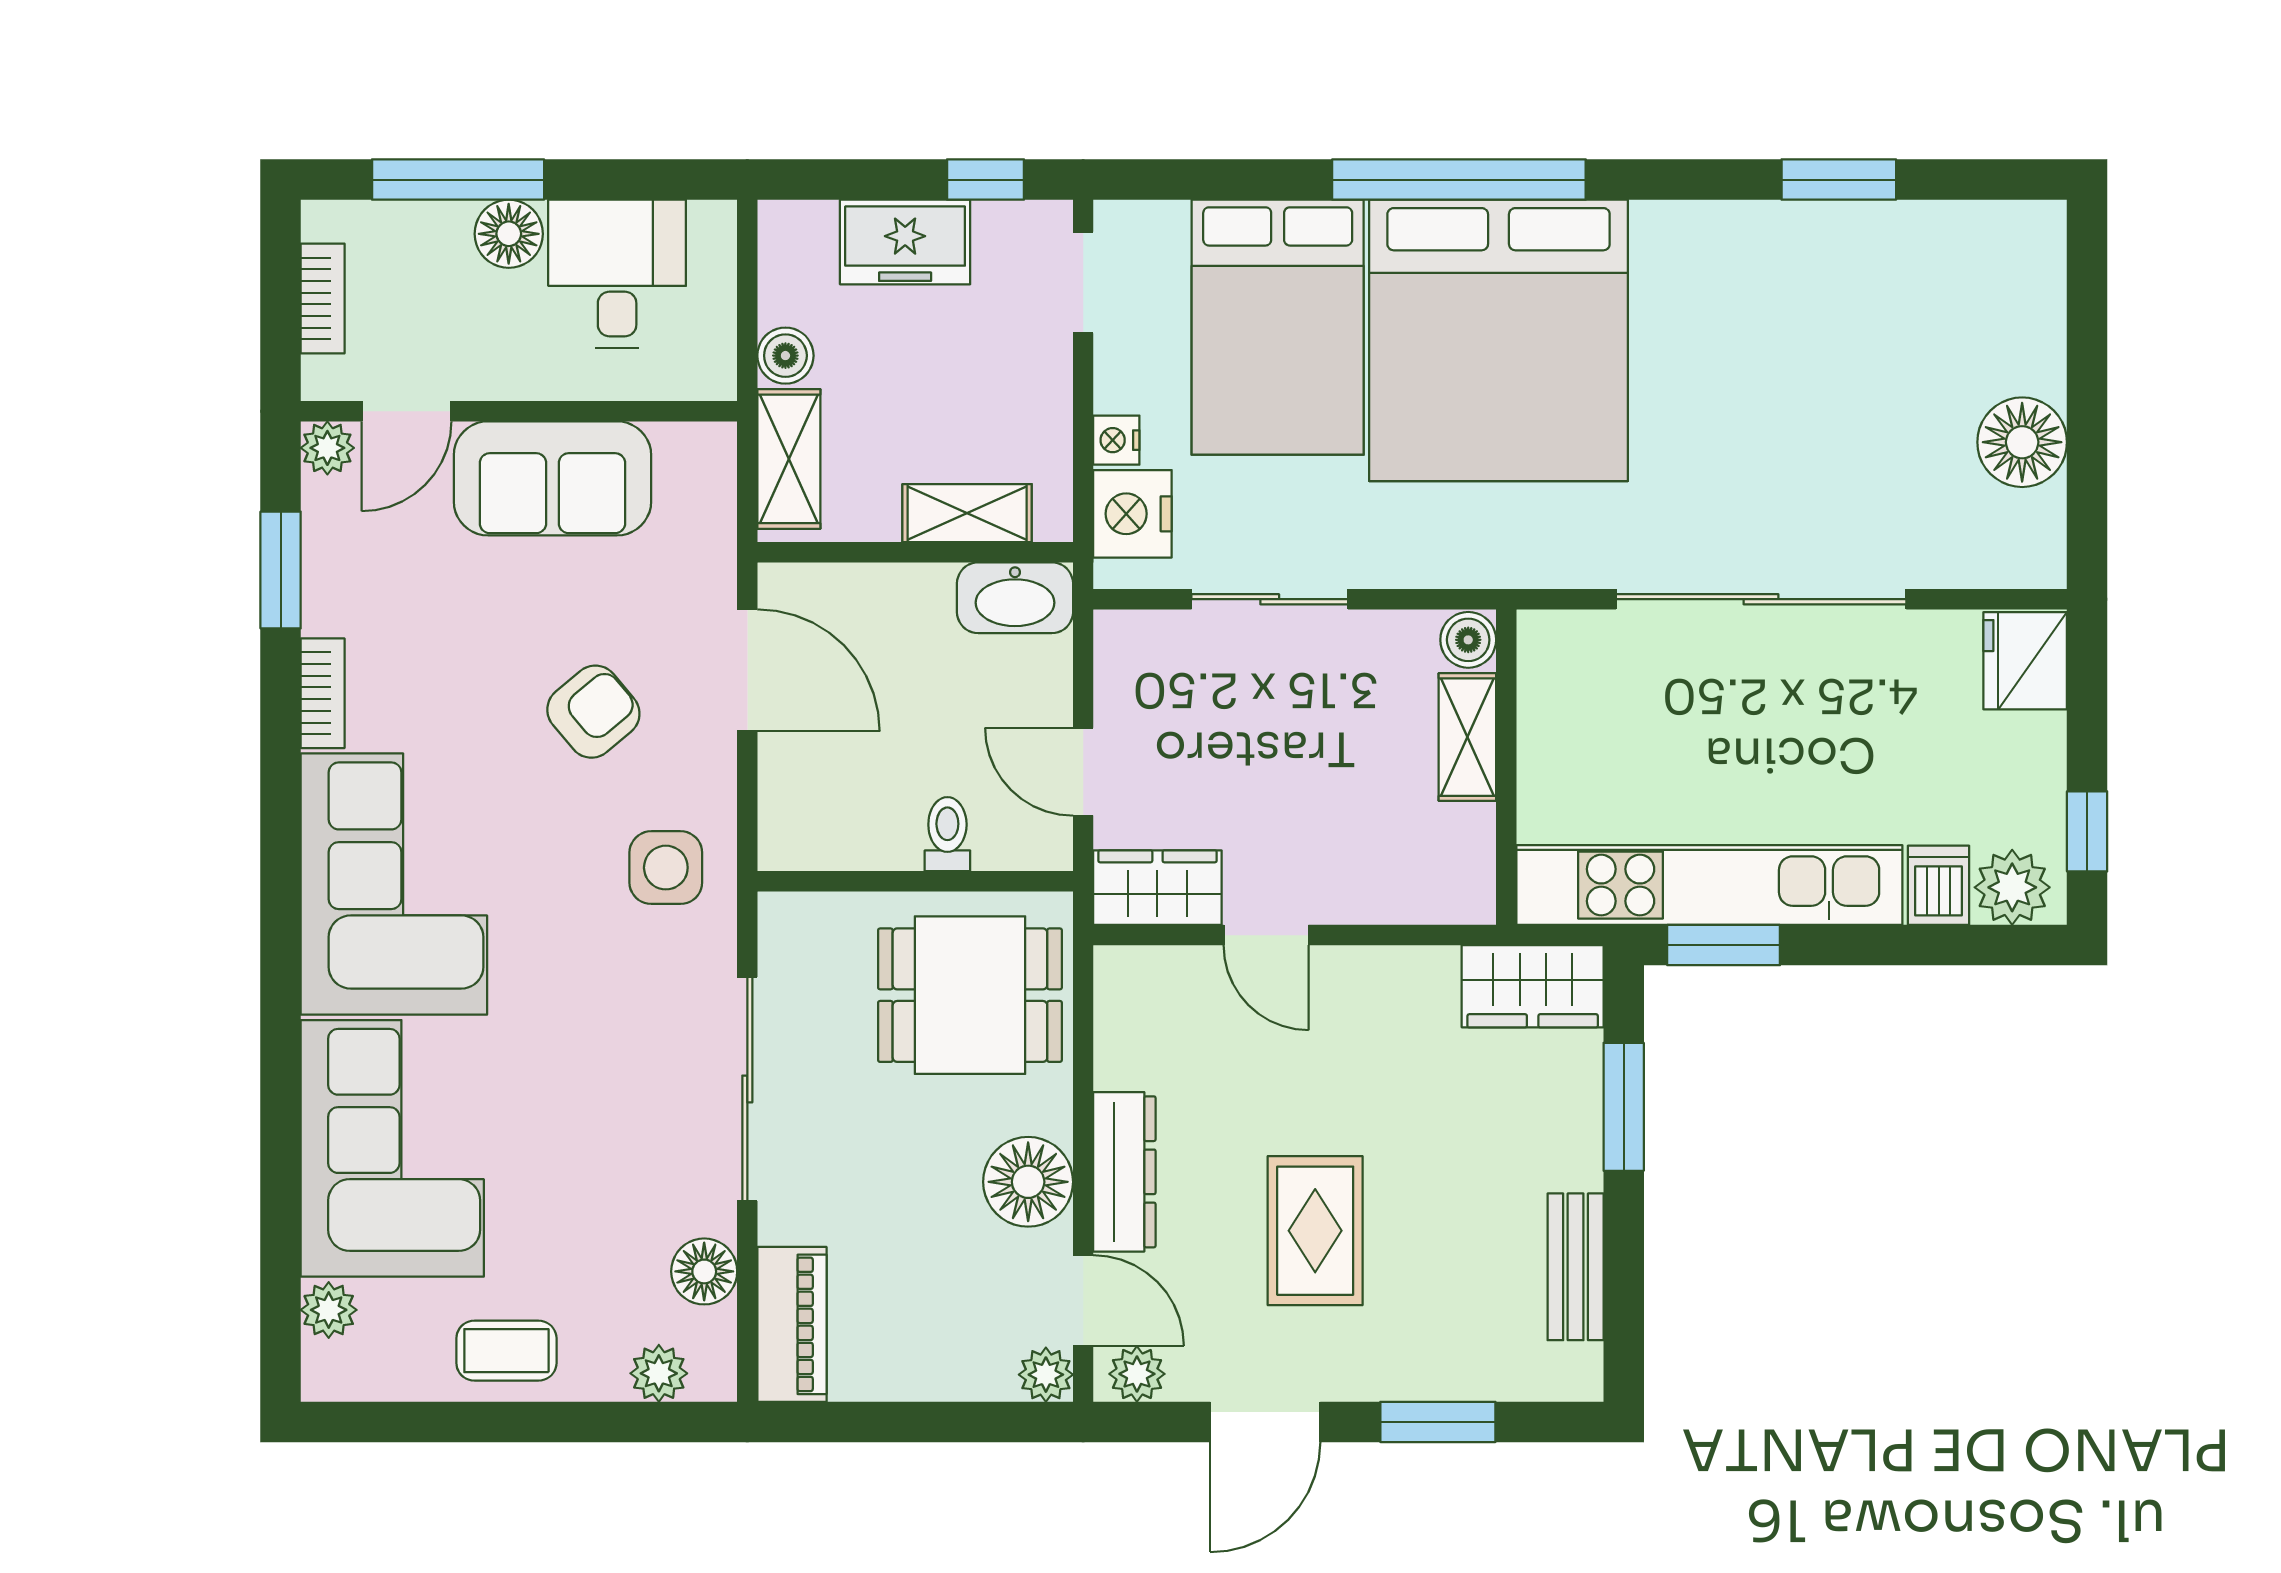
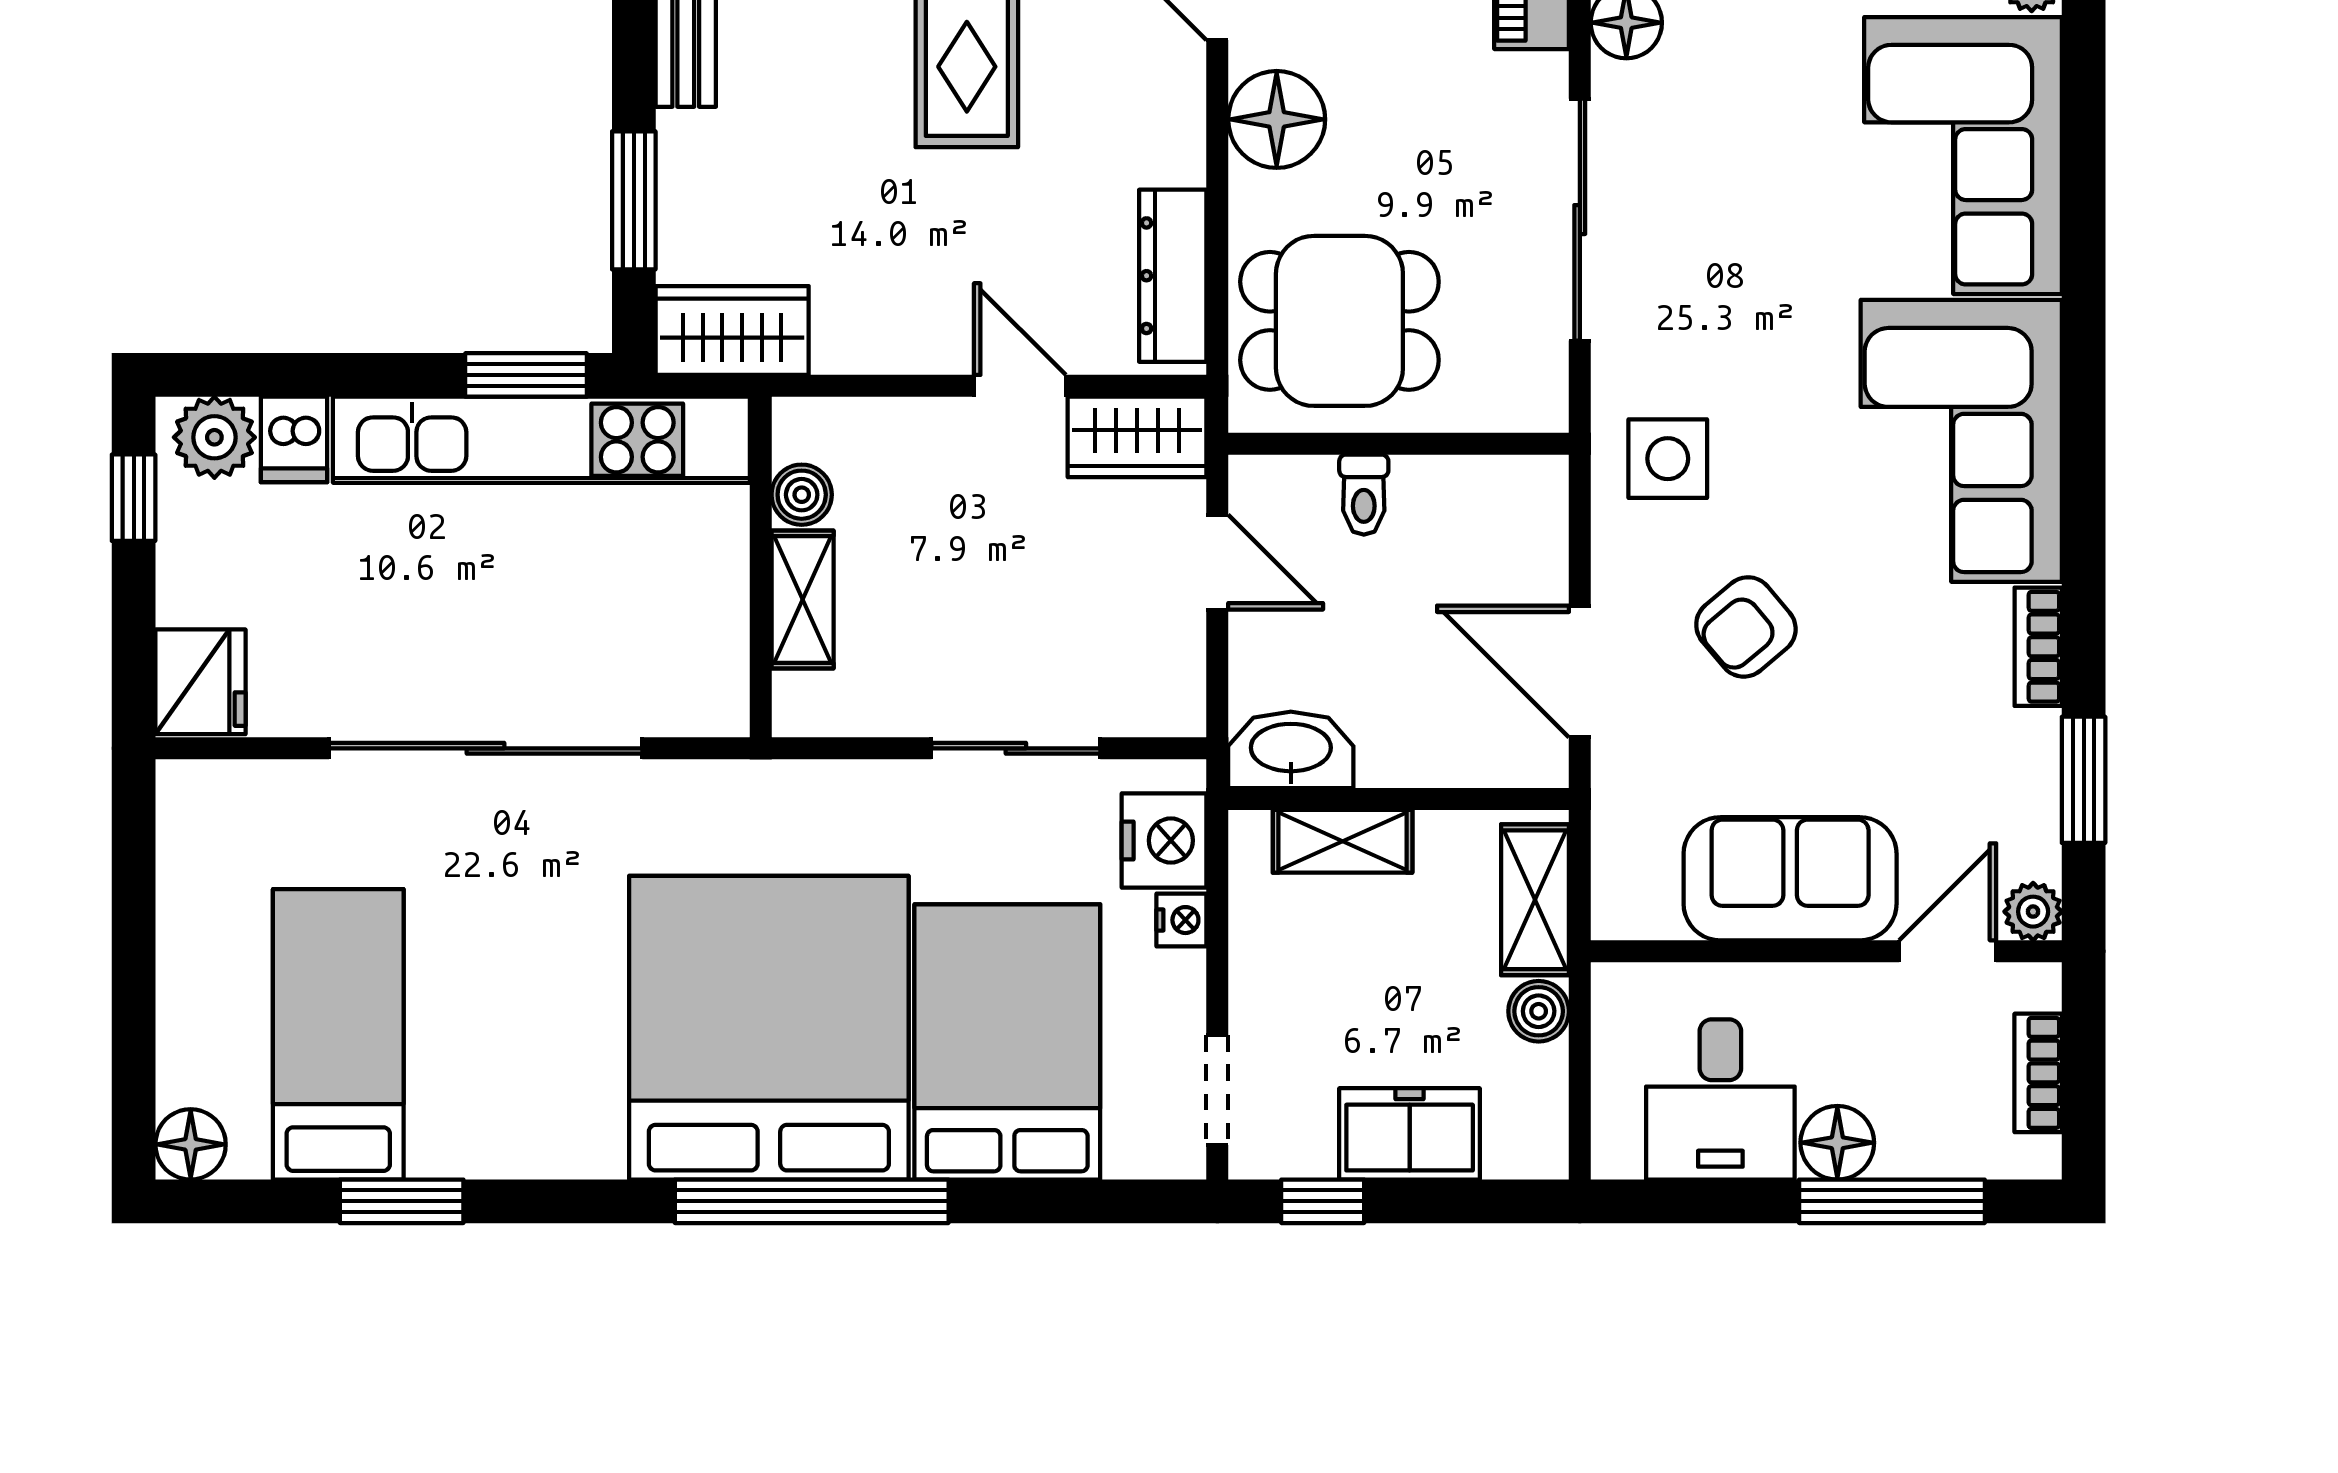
bed: (1898, 334) -> (338, 1034), added
floor lamp: (2022, 442) -> (191, 1144), moved, width x0.73, depth x0.73
boiler: (1468, 640) -> (802, 495), moved
dresser: (1124, 1172) -> (1173, 276), moved

